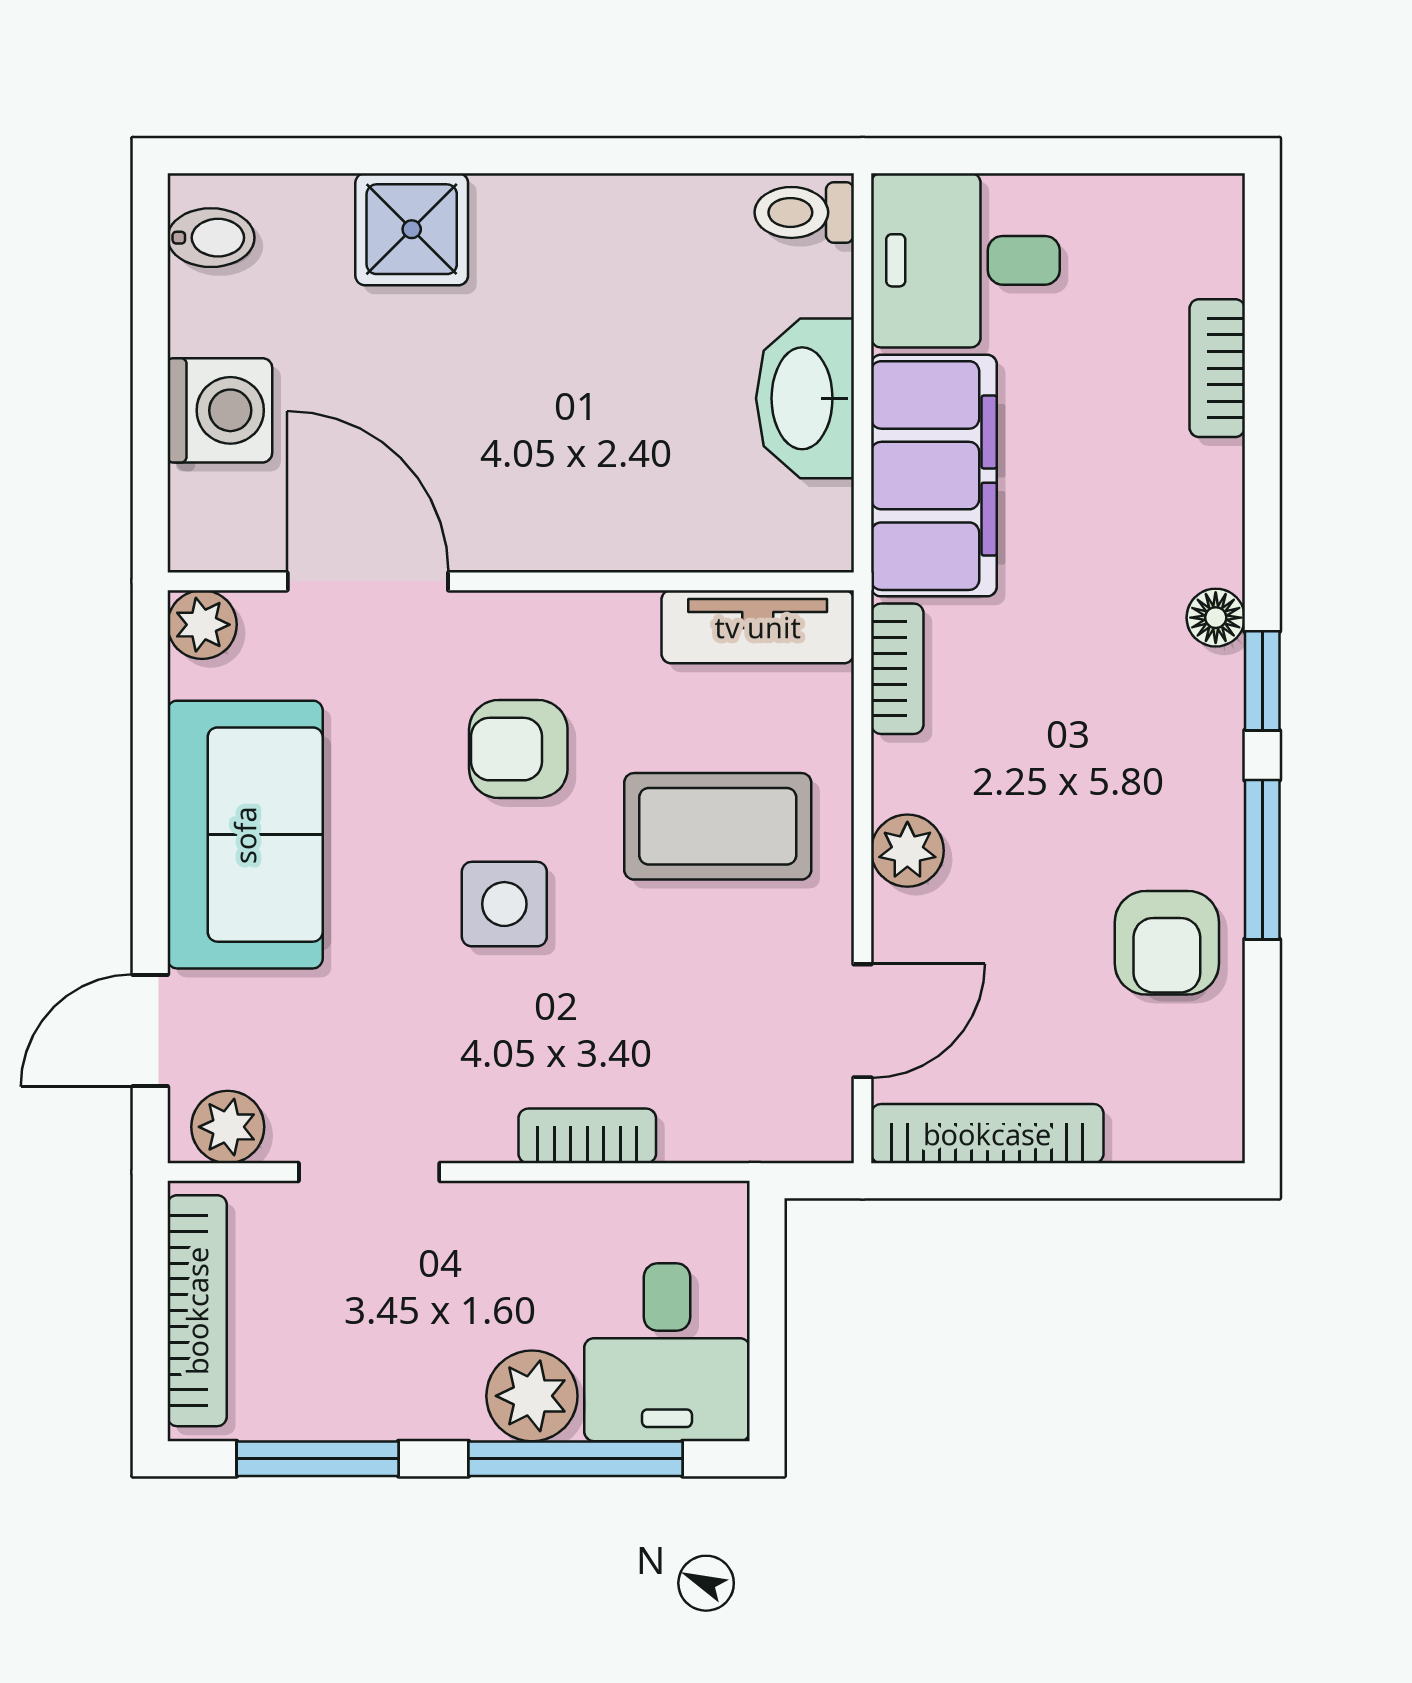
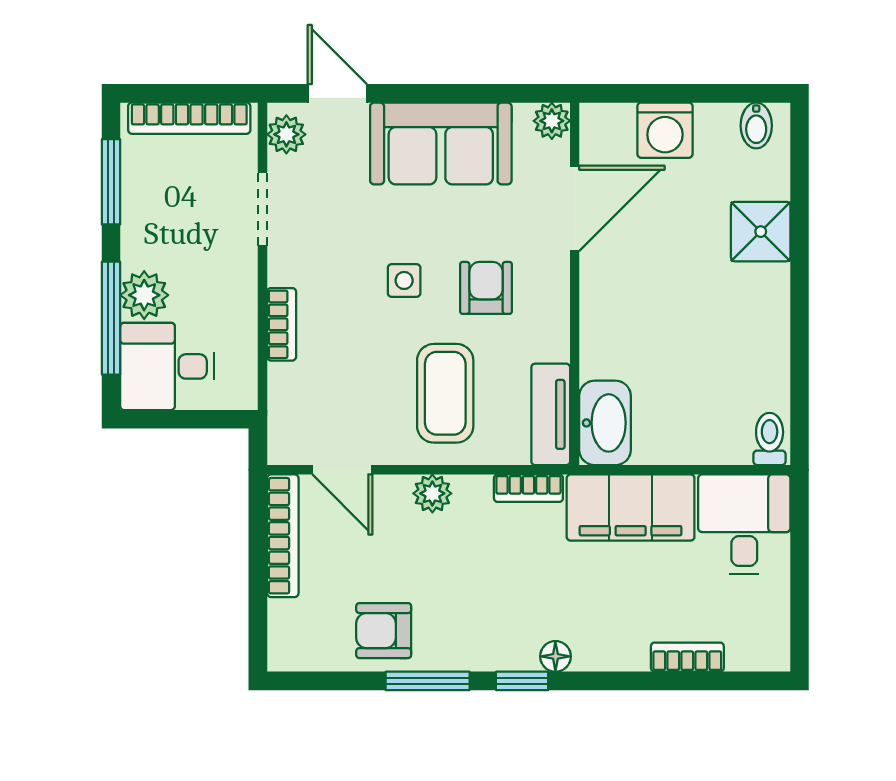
washbasin: (805, 398) -> (605, 423), moved, turned 90
side table: (504, 904) -> (404, 280), width x0.73, depth x0.73

